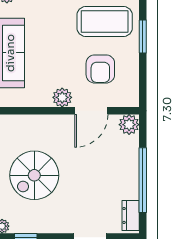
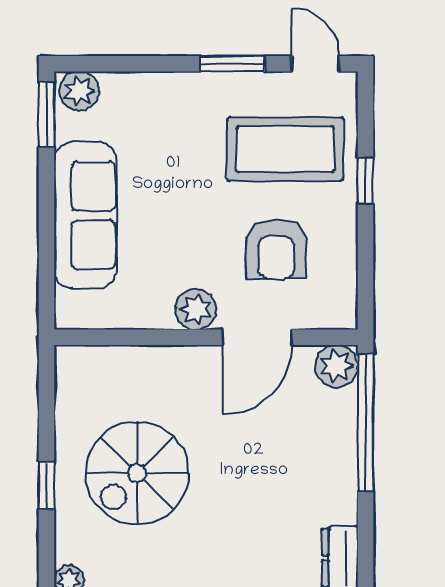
window: (143, 37) -> (366, 181), width x0.67
window: (143, 180) -> (366, 423), moved

